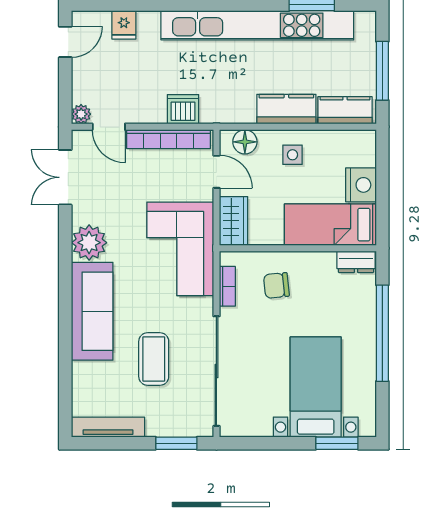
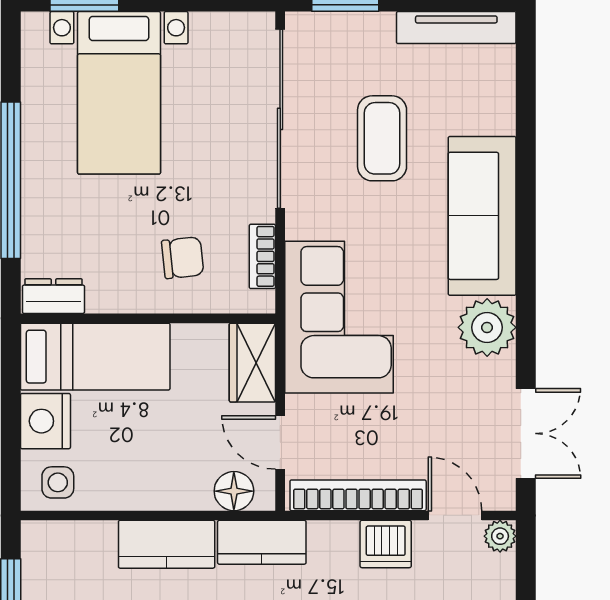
dishwasher: (183, 109) -> (386, 544), moved
kitchen counter: (345, 110) -> (262, 542), moved
side table: (292, 155) -> (58, 482), moved

